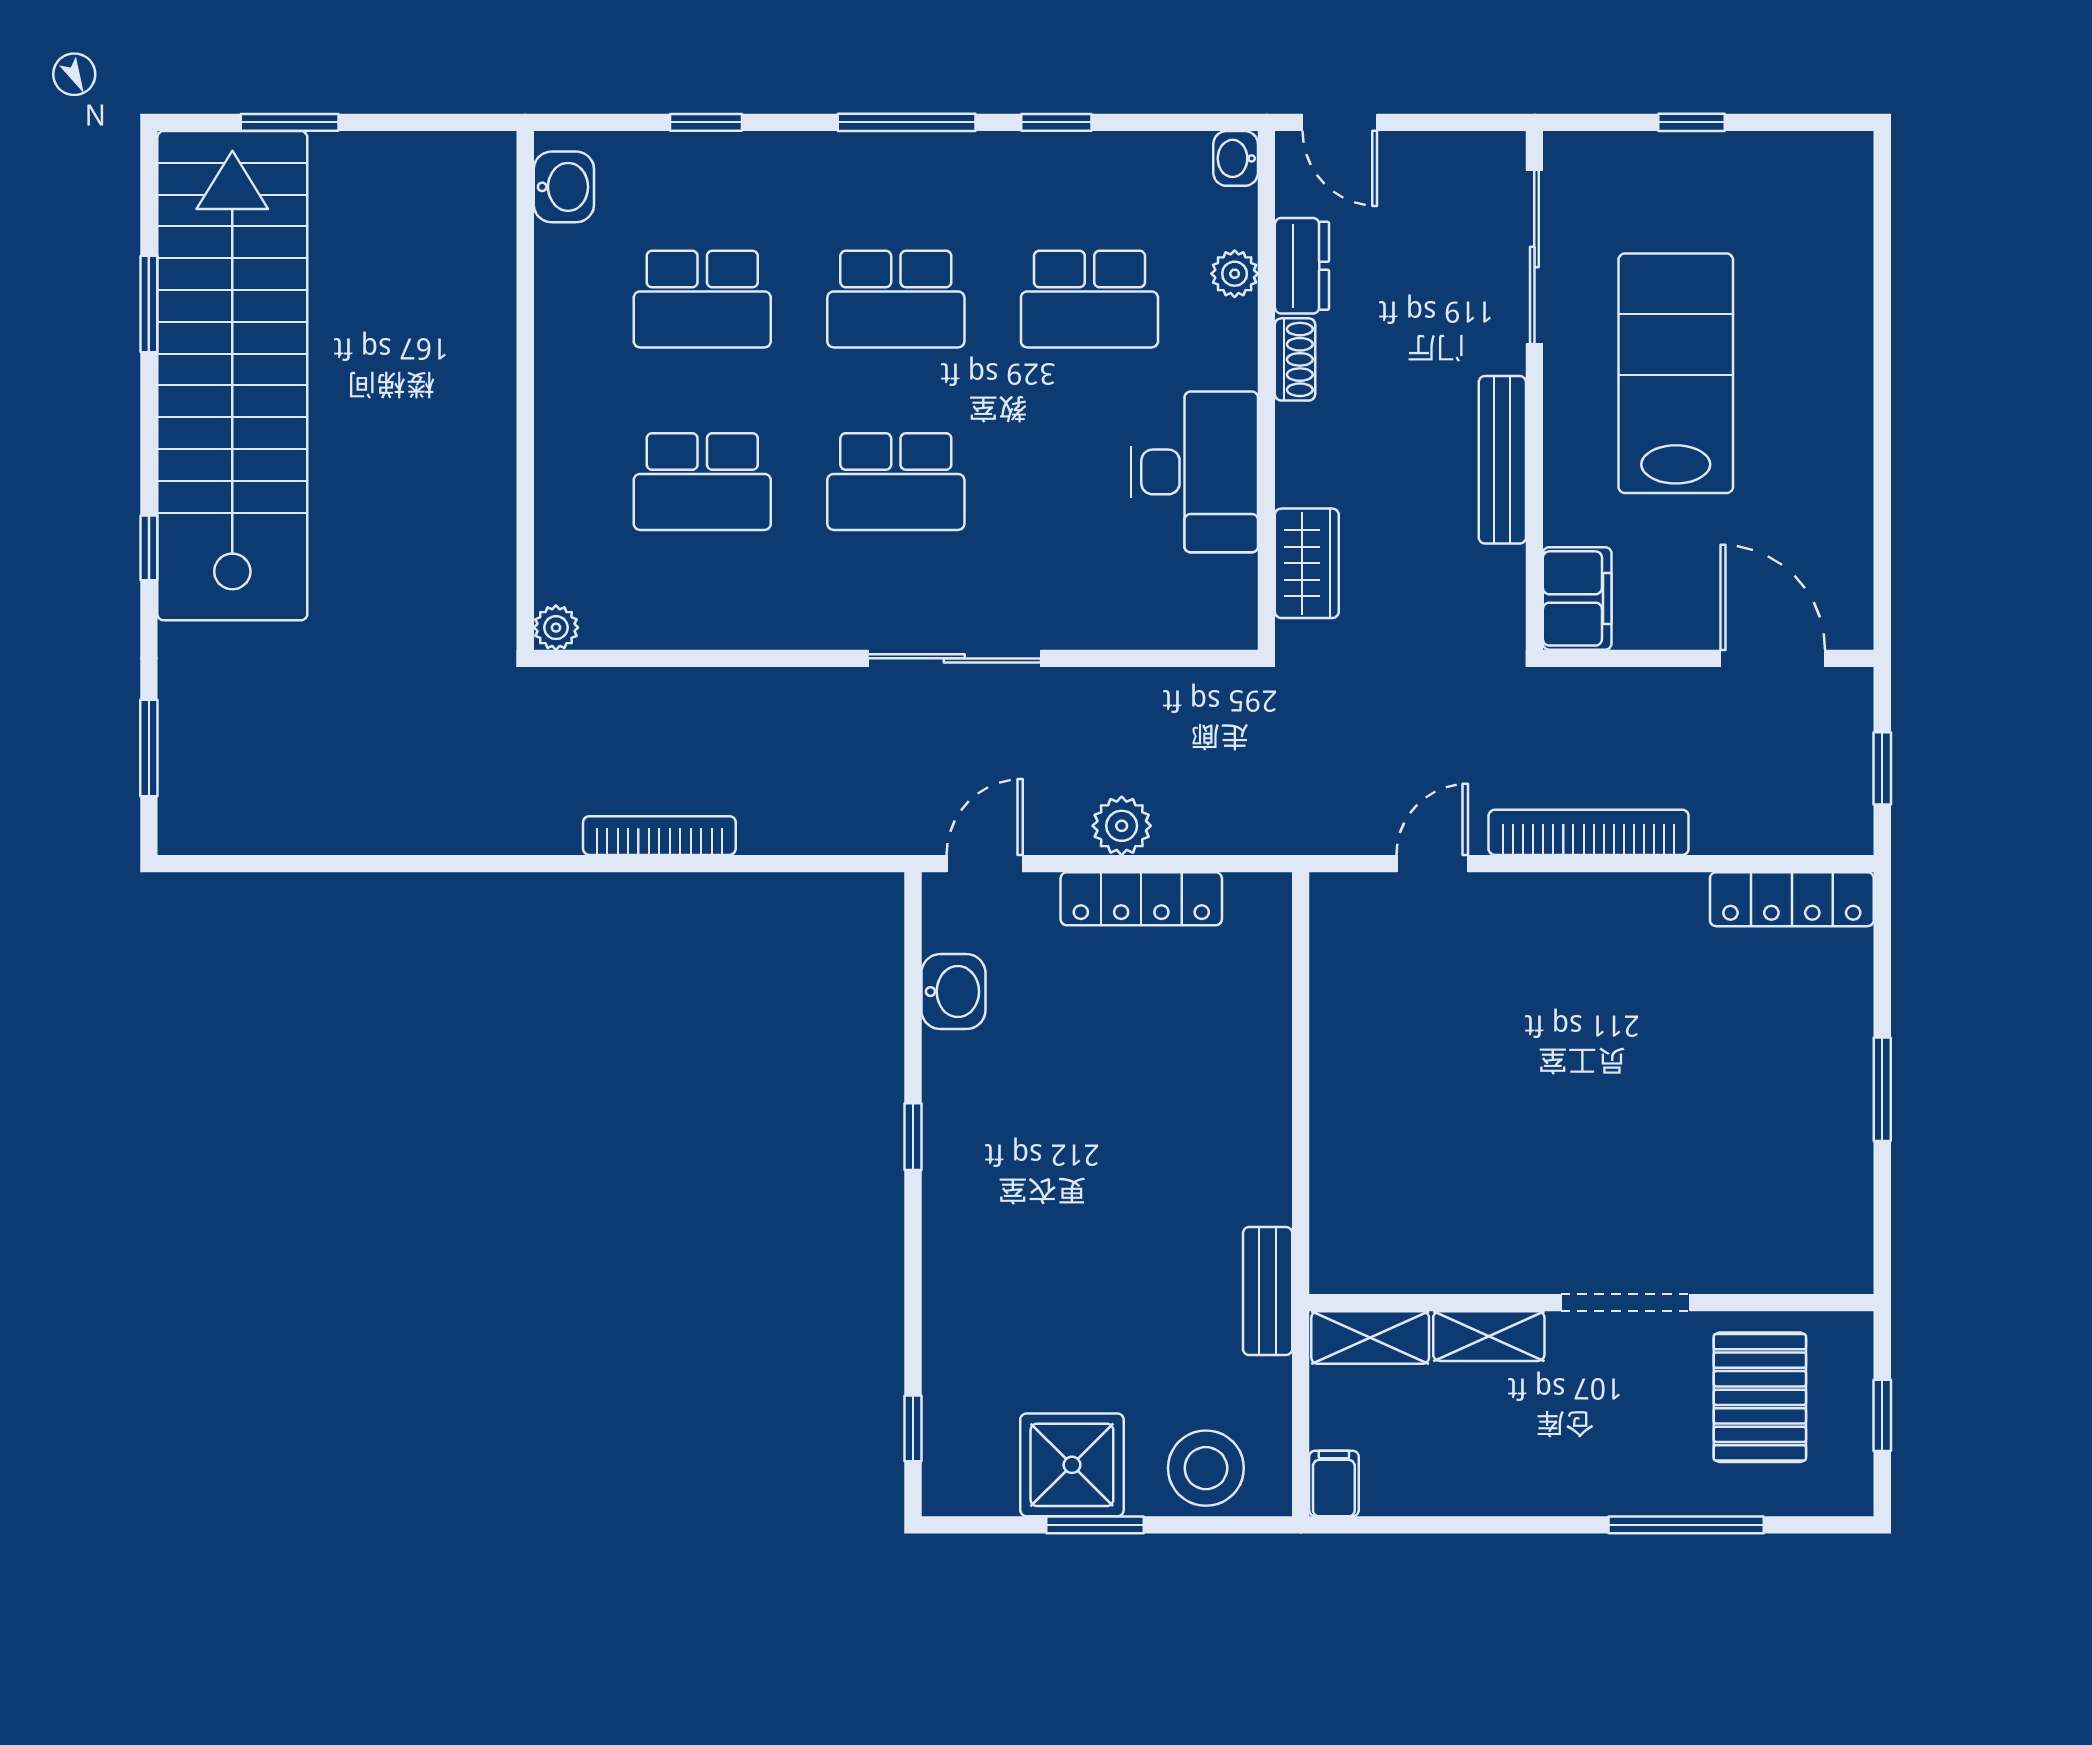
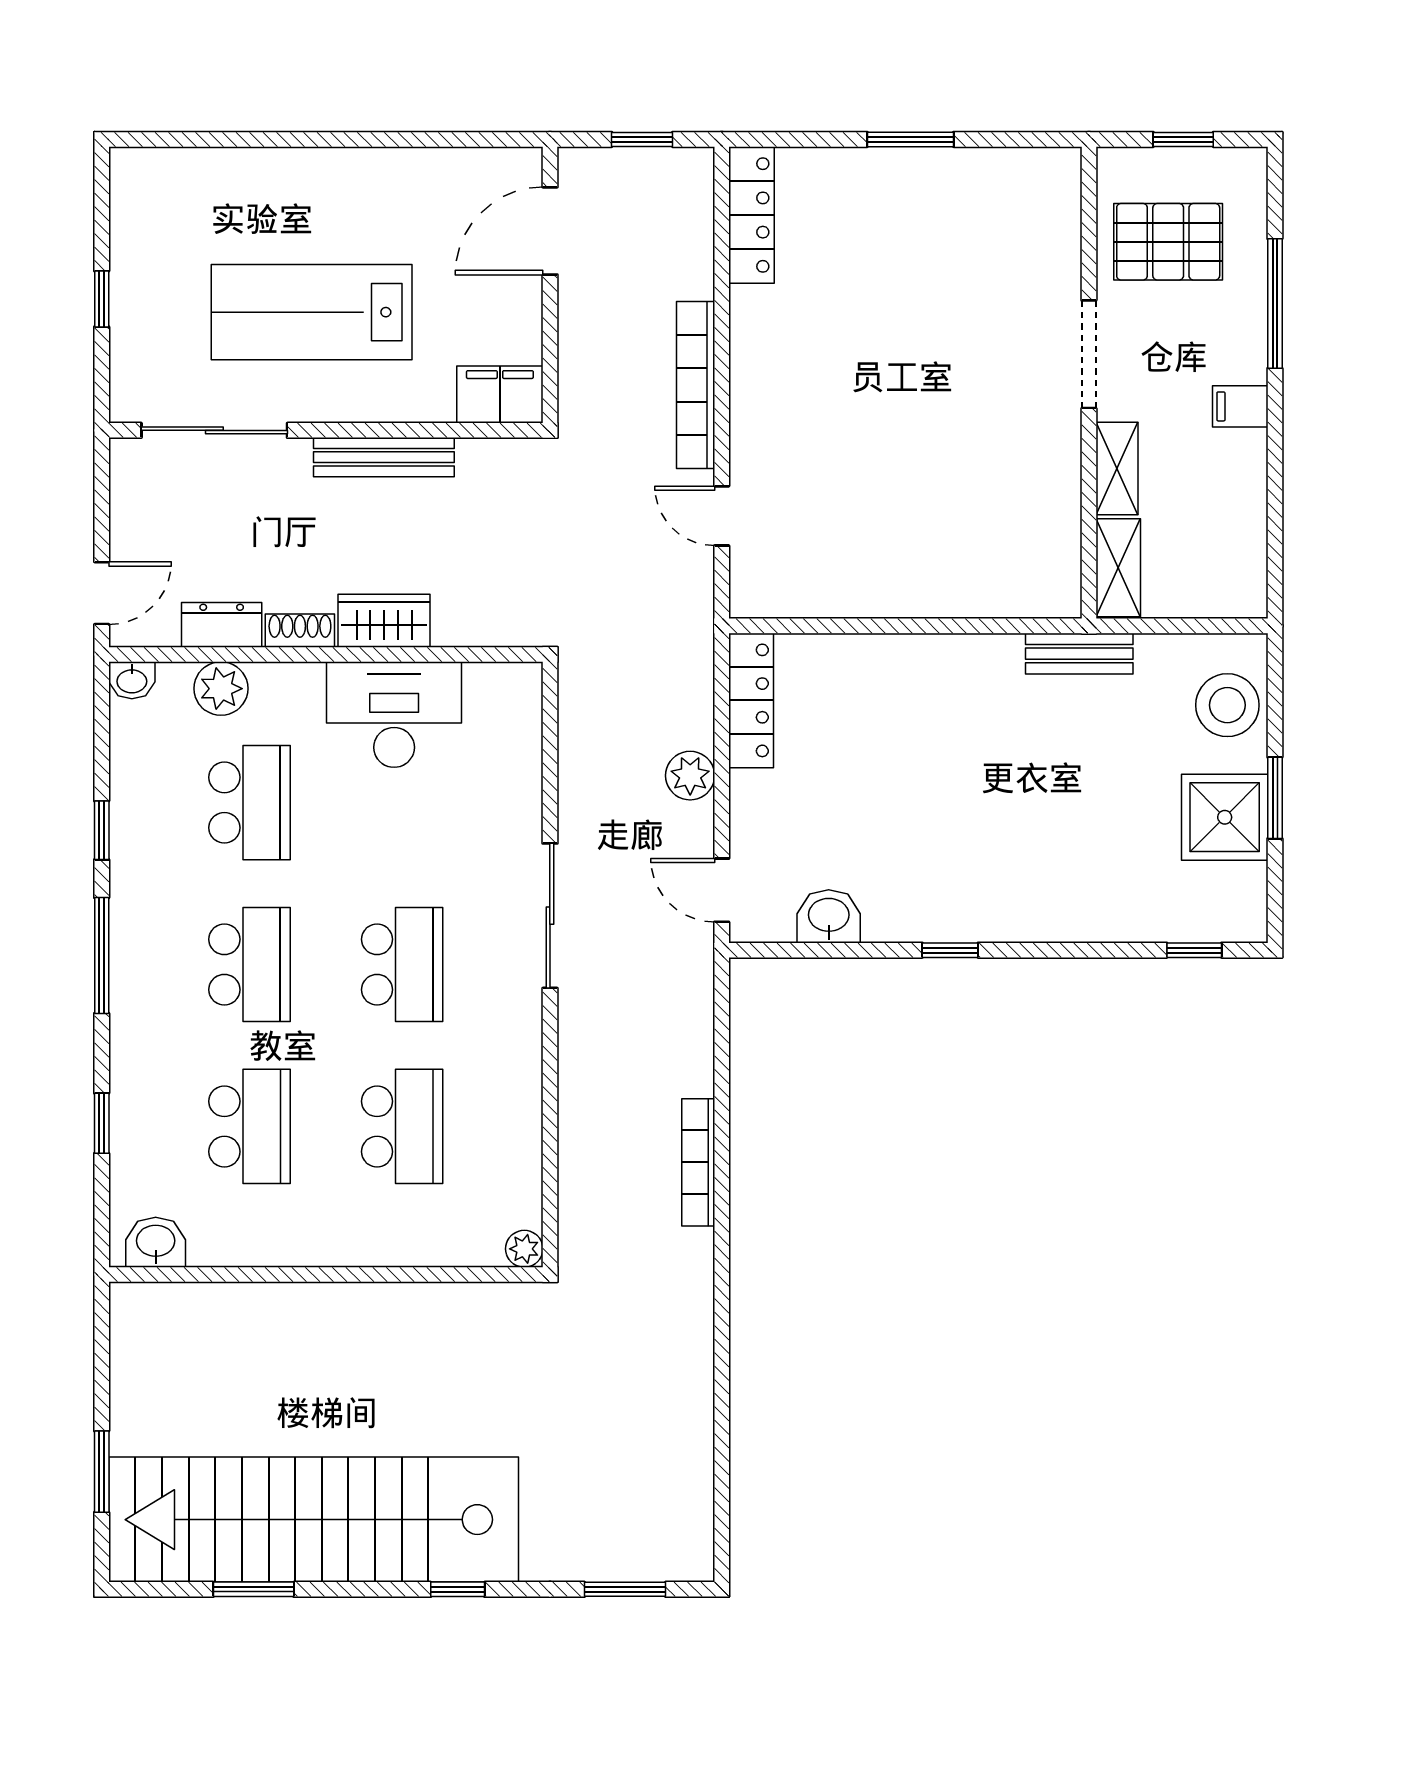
plant: (1235, 274) -> (221, 689), width x1.38, depth x1.38
wardrobe: (1307, 563) -> (384, 621), moved
locker: (1141, 899) -> (751, 700), moved
filing cabinet: (1334, 1483) -> (1240, 406), moved

